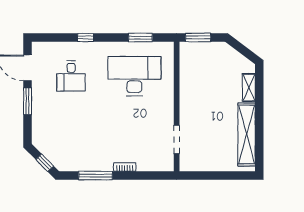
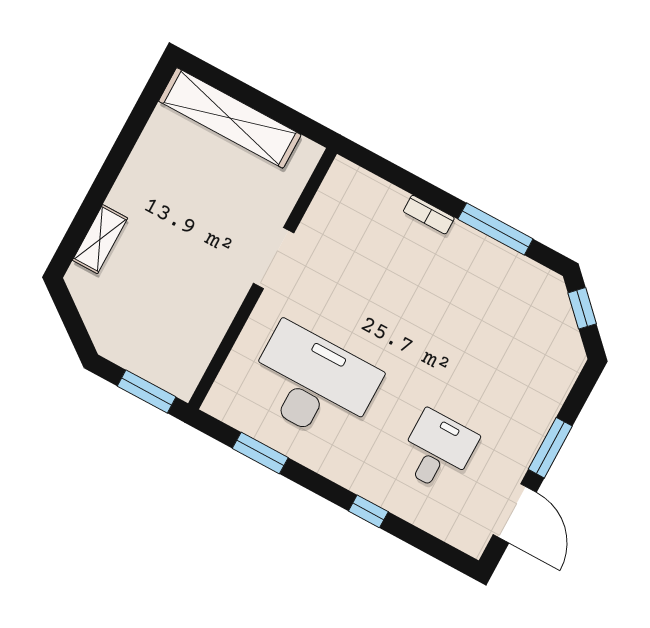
desk: (134, 76) -> (313, 384), turned 180
shelving: (247, 134) -> (230, 118), moved, turned 90
doorway: (177, 139) -> (274, 258), moved

